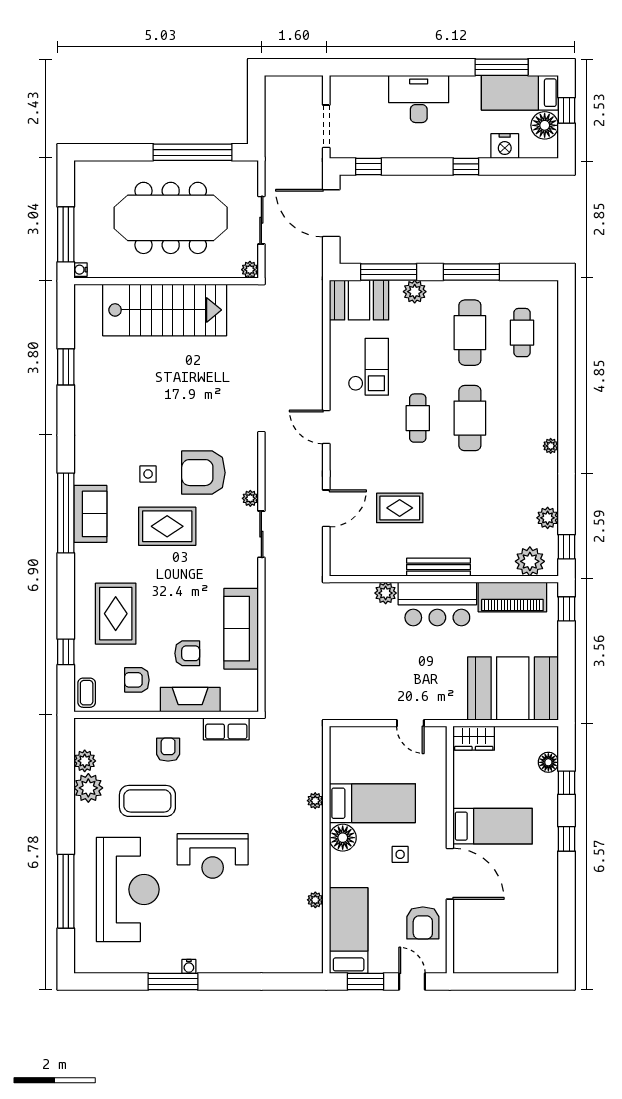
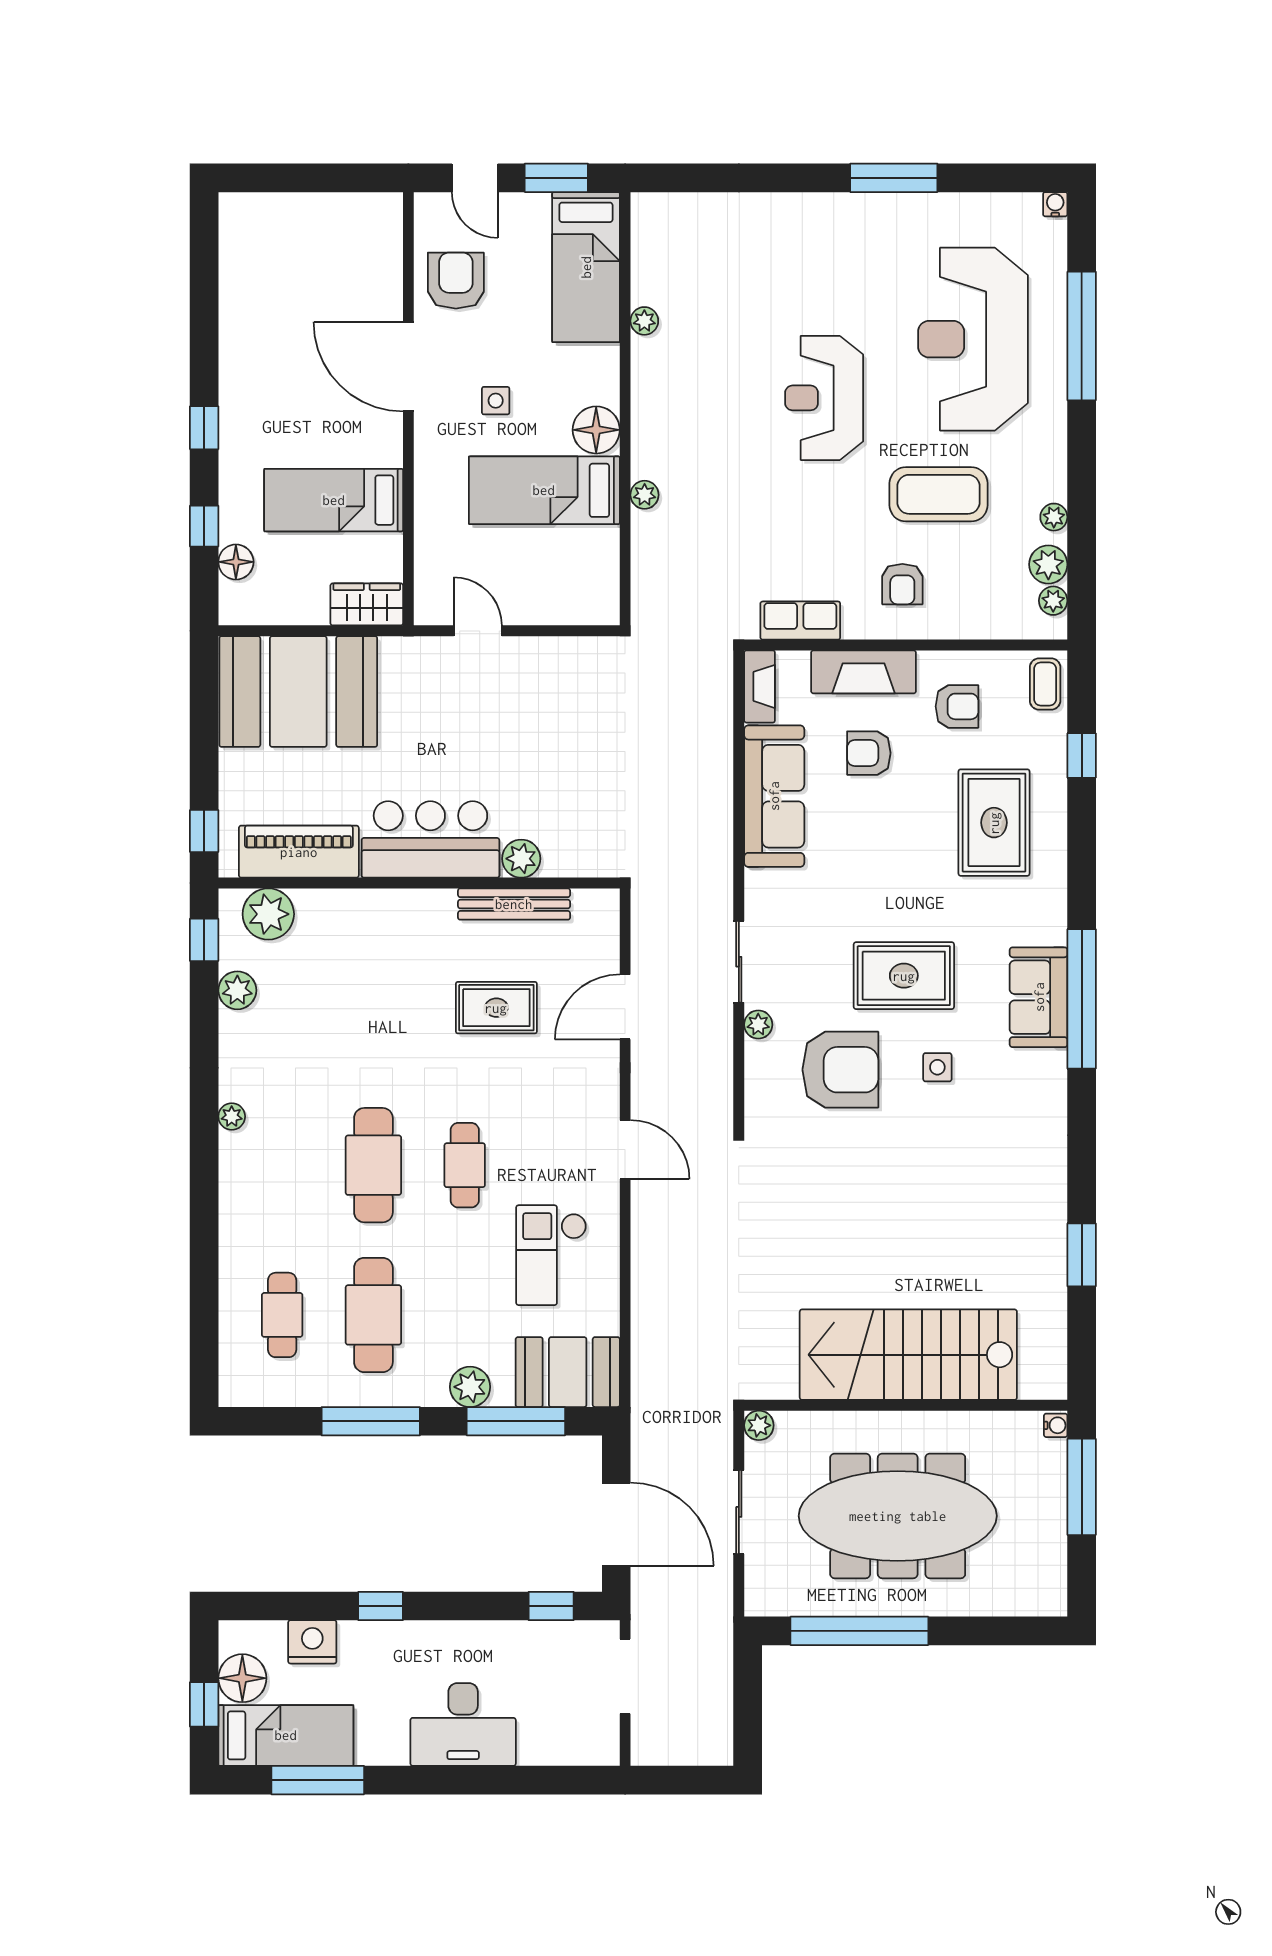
bench: (439, 567) -> (514, 904), moved
fireplace: (250, 691) -> (760, 686), added
plant: (82, 740) -> (1053, 601), added
plant: (88, 788) -> (1054, 517), width x0.53, depth x0.53
bed: (493, 826) -> (334, 500), moved
reception desk: (213, 856) -> (824, 398), turned -90
water cooler: (189, 966) -> (1055, 204), moved

